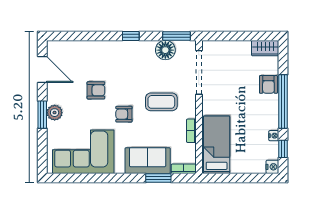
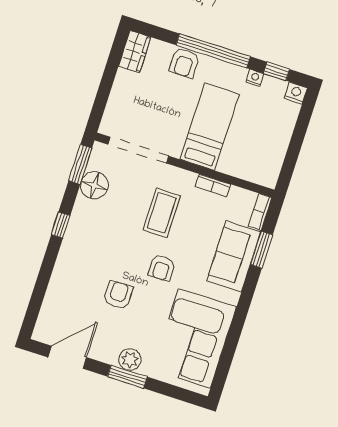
armchair: (268, 84) -> (184, 63), turned 90
bed: (217, 145) -> (210, 126), moved, turned 90

